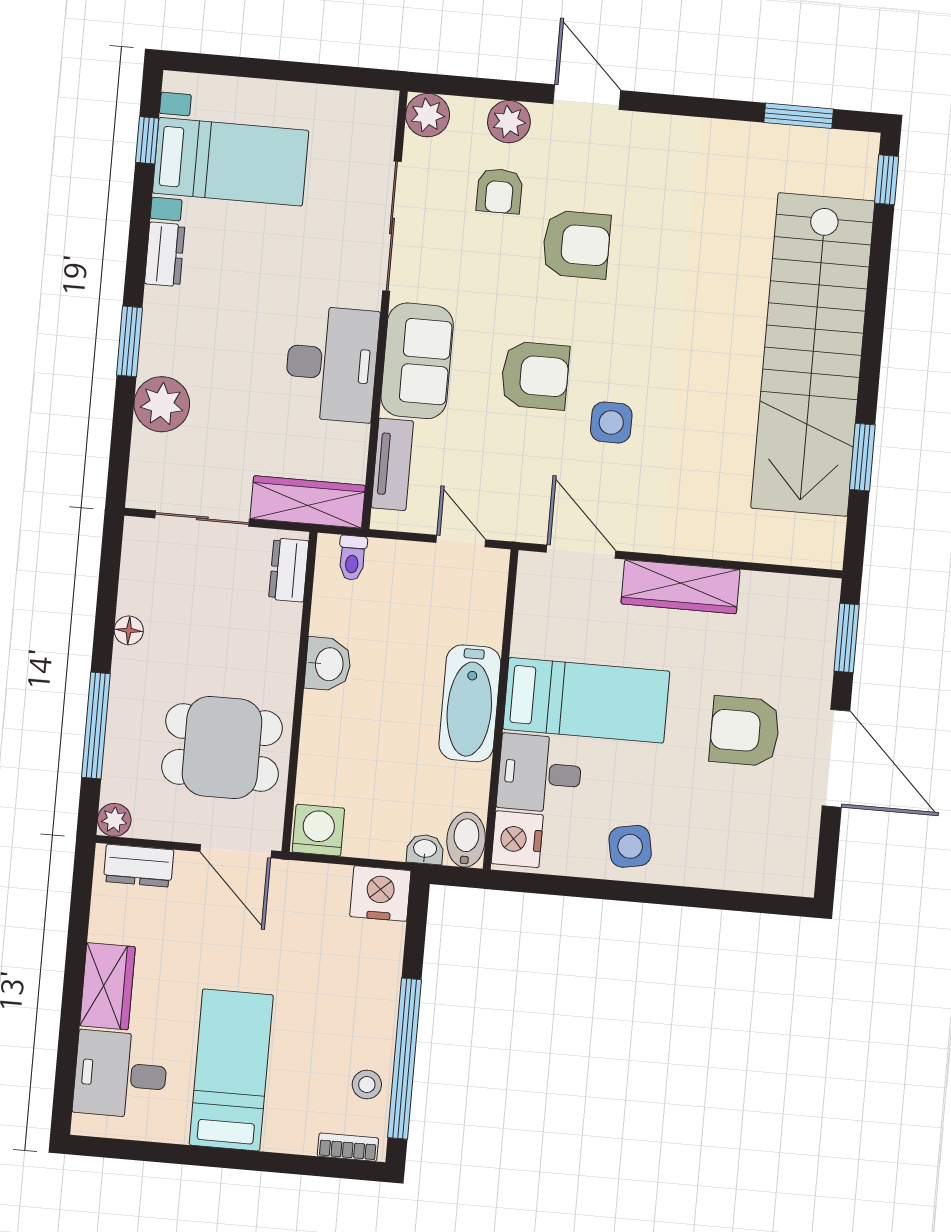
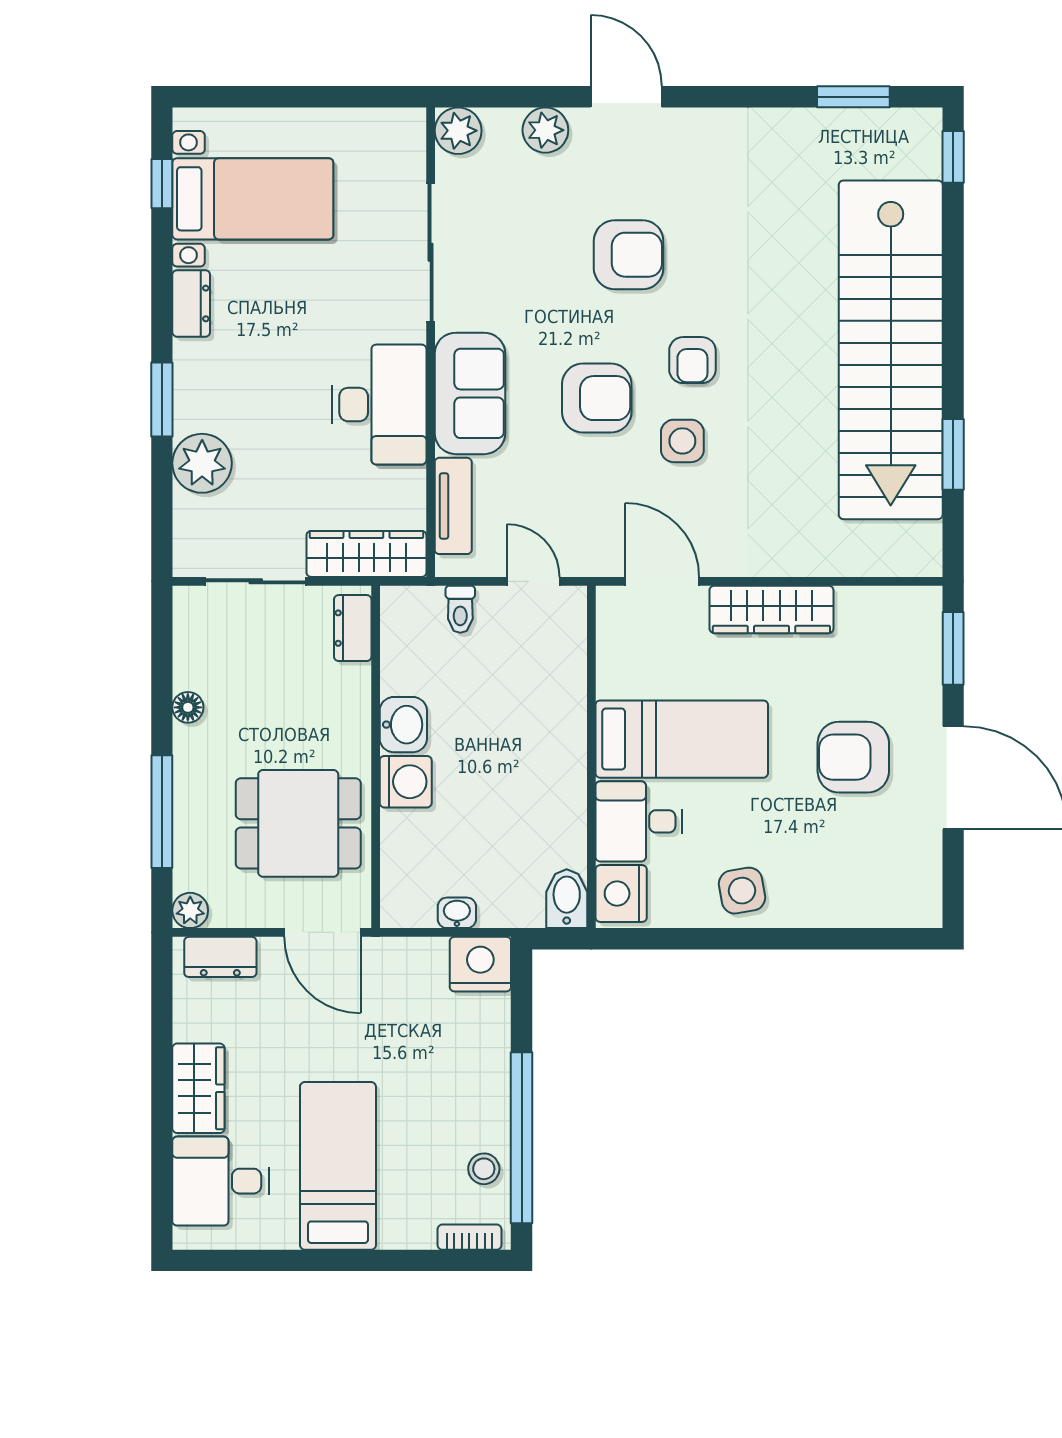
armchair: (499, 191) -> (692, 360), moved
toilet: (352, 558) -> (460, 609), moved
bathtub: (470, 703) -> (558, 753), removed
washing machine: (318, 830) -> (406, 782), moved, turned 90
washbasin: (425, 849) -> (457, 913), moved

